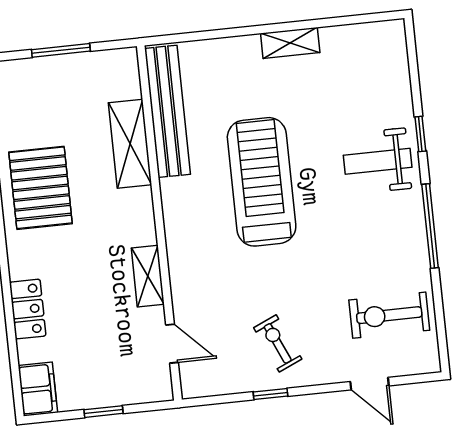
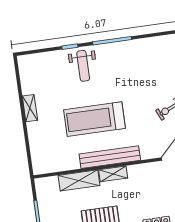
bench: (168, 111) -> (110, 157), moved
shelving: (148, 276) -> (113, 174), moved
exercise bike: (389, 315) -> (154, 58), removed

